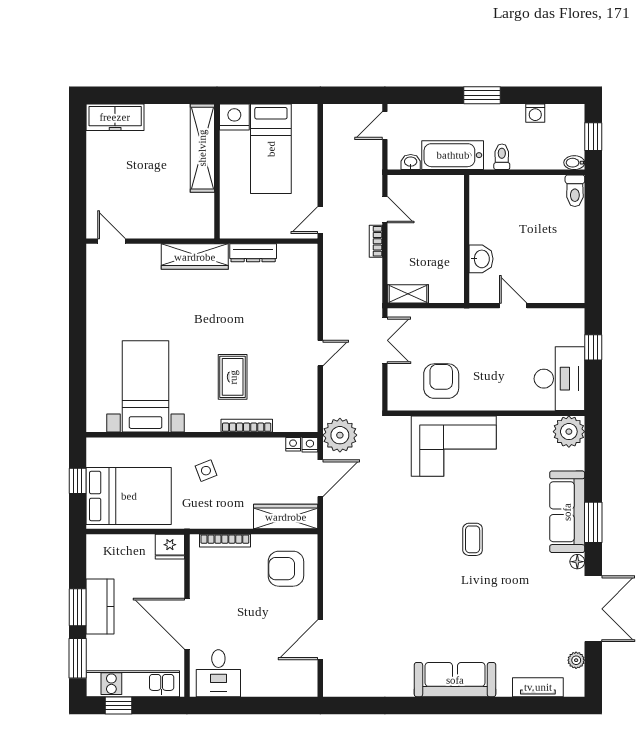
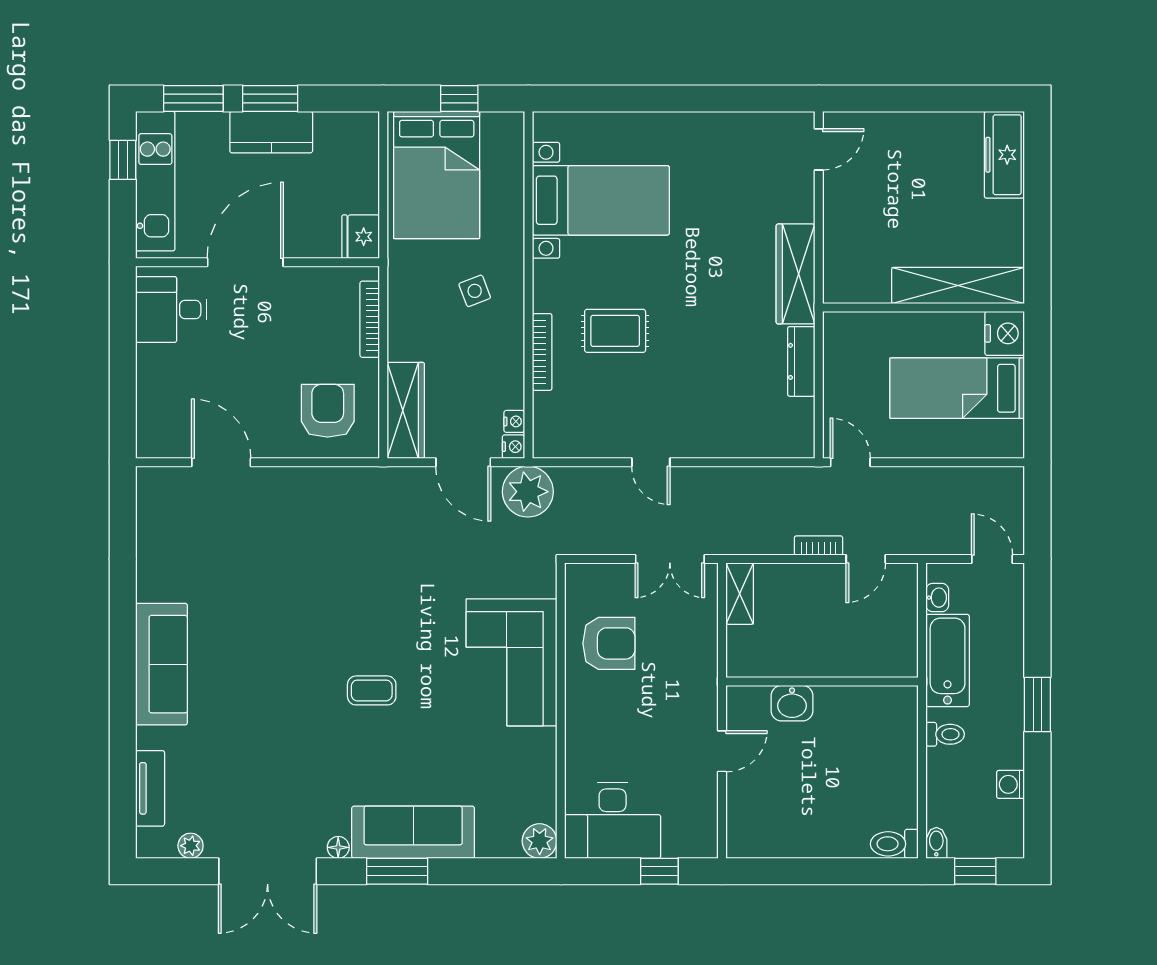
plant: (569, 432) -> (540, 841), width x0.73, depth x0.73

